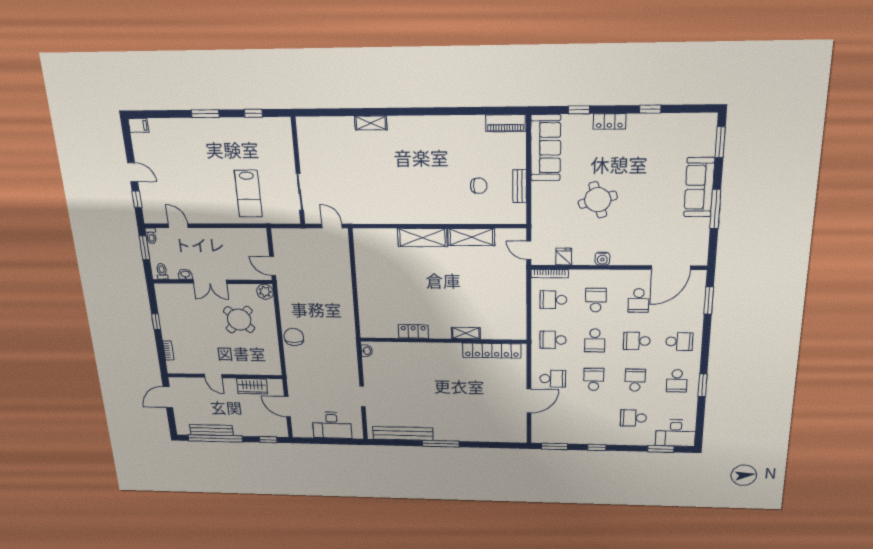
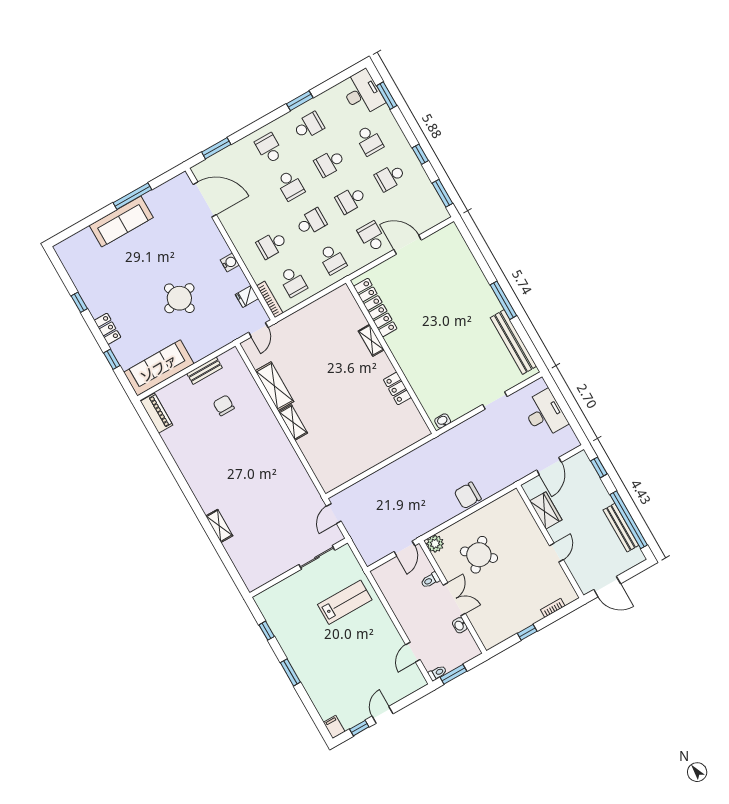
window: (720, 142) -> (75, 229), removed
window: (137, 199) -> (359, 728), moved
shelving: (422, 238) -> (293, 423), width x0.67, depth x0.75
toilet: (162, 271) -> (430, 580), moved
school desk: (639, 300) -> (390, 177), moved, turned 180

